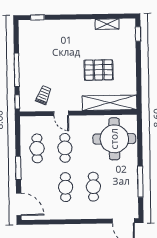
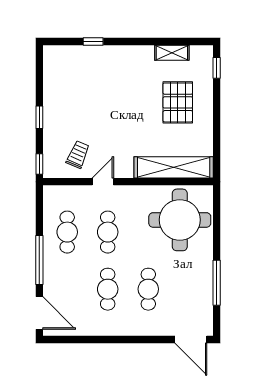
window: (37, 17) -> (93, 42), moved
window: (17, 70) -> (39, 117), width x0.46
pallet: (99, 70) -> (178, 102), moved, turned 90
door: (61, 113) -> (103, 182), swing flipped
window: (18, 168) -> (39, 260), width x1.44

